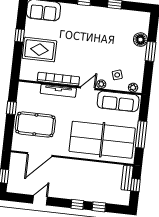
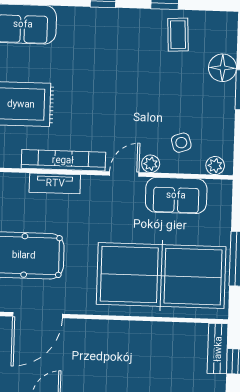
coffee table: (120, 21) -> (178, 35), added
tv unit: (58, 91) -> (55, 183), width x0.71
sofa: (118, 101) -> (176, 195), width x0.73

